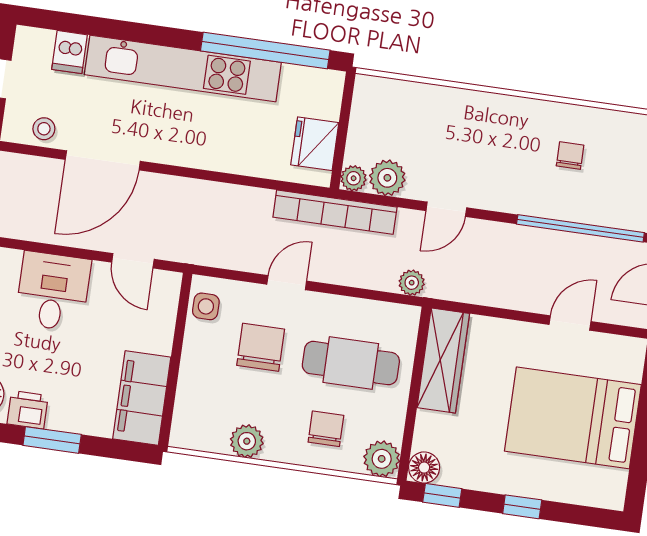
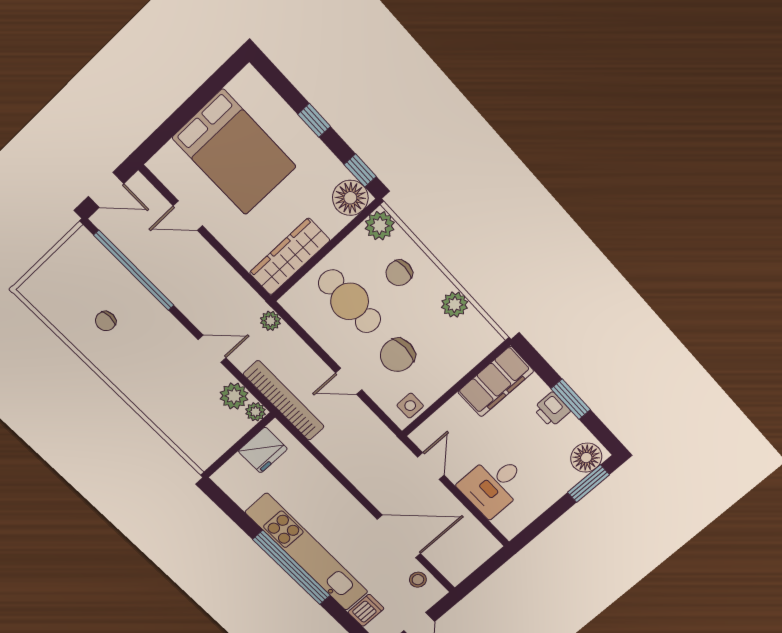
window: (265, 50) -> (292, 568), moved
printer: (28, 410) -> (552, 410), moved
floor lamp: (424, 468) -> (350, 198), width x1.38, depth x1.38

